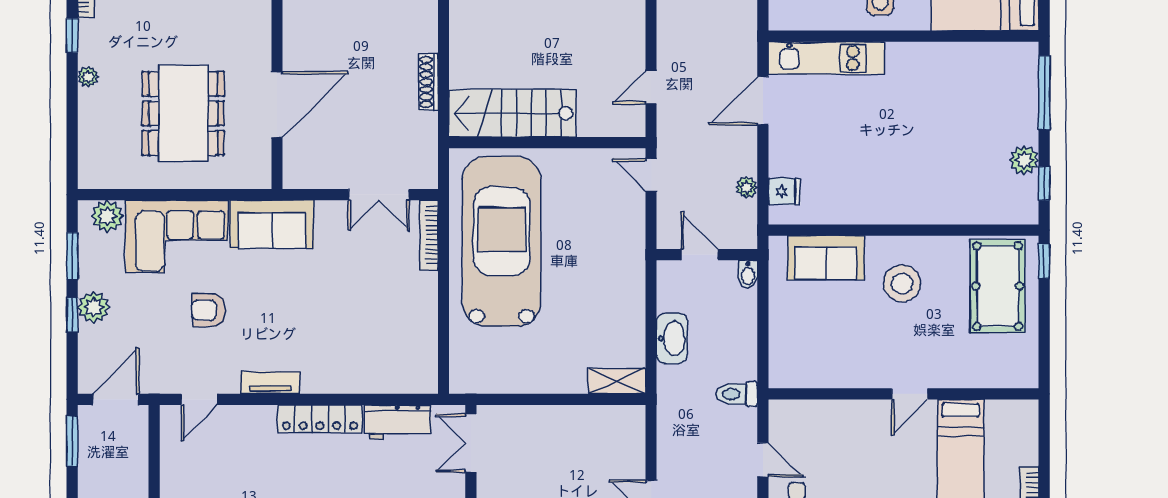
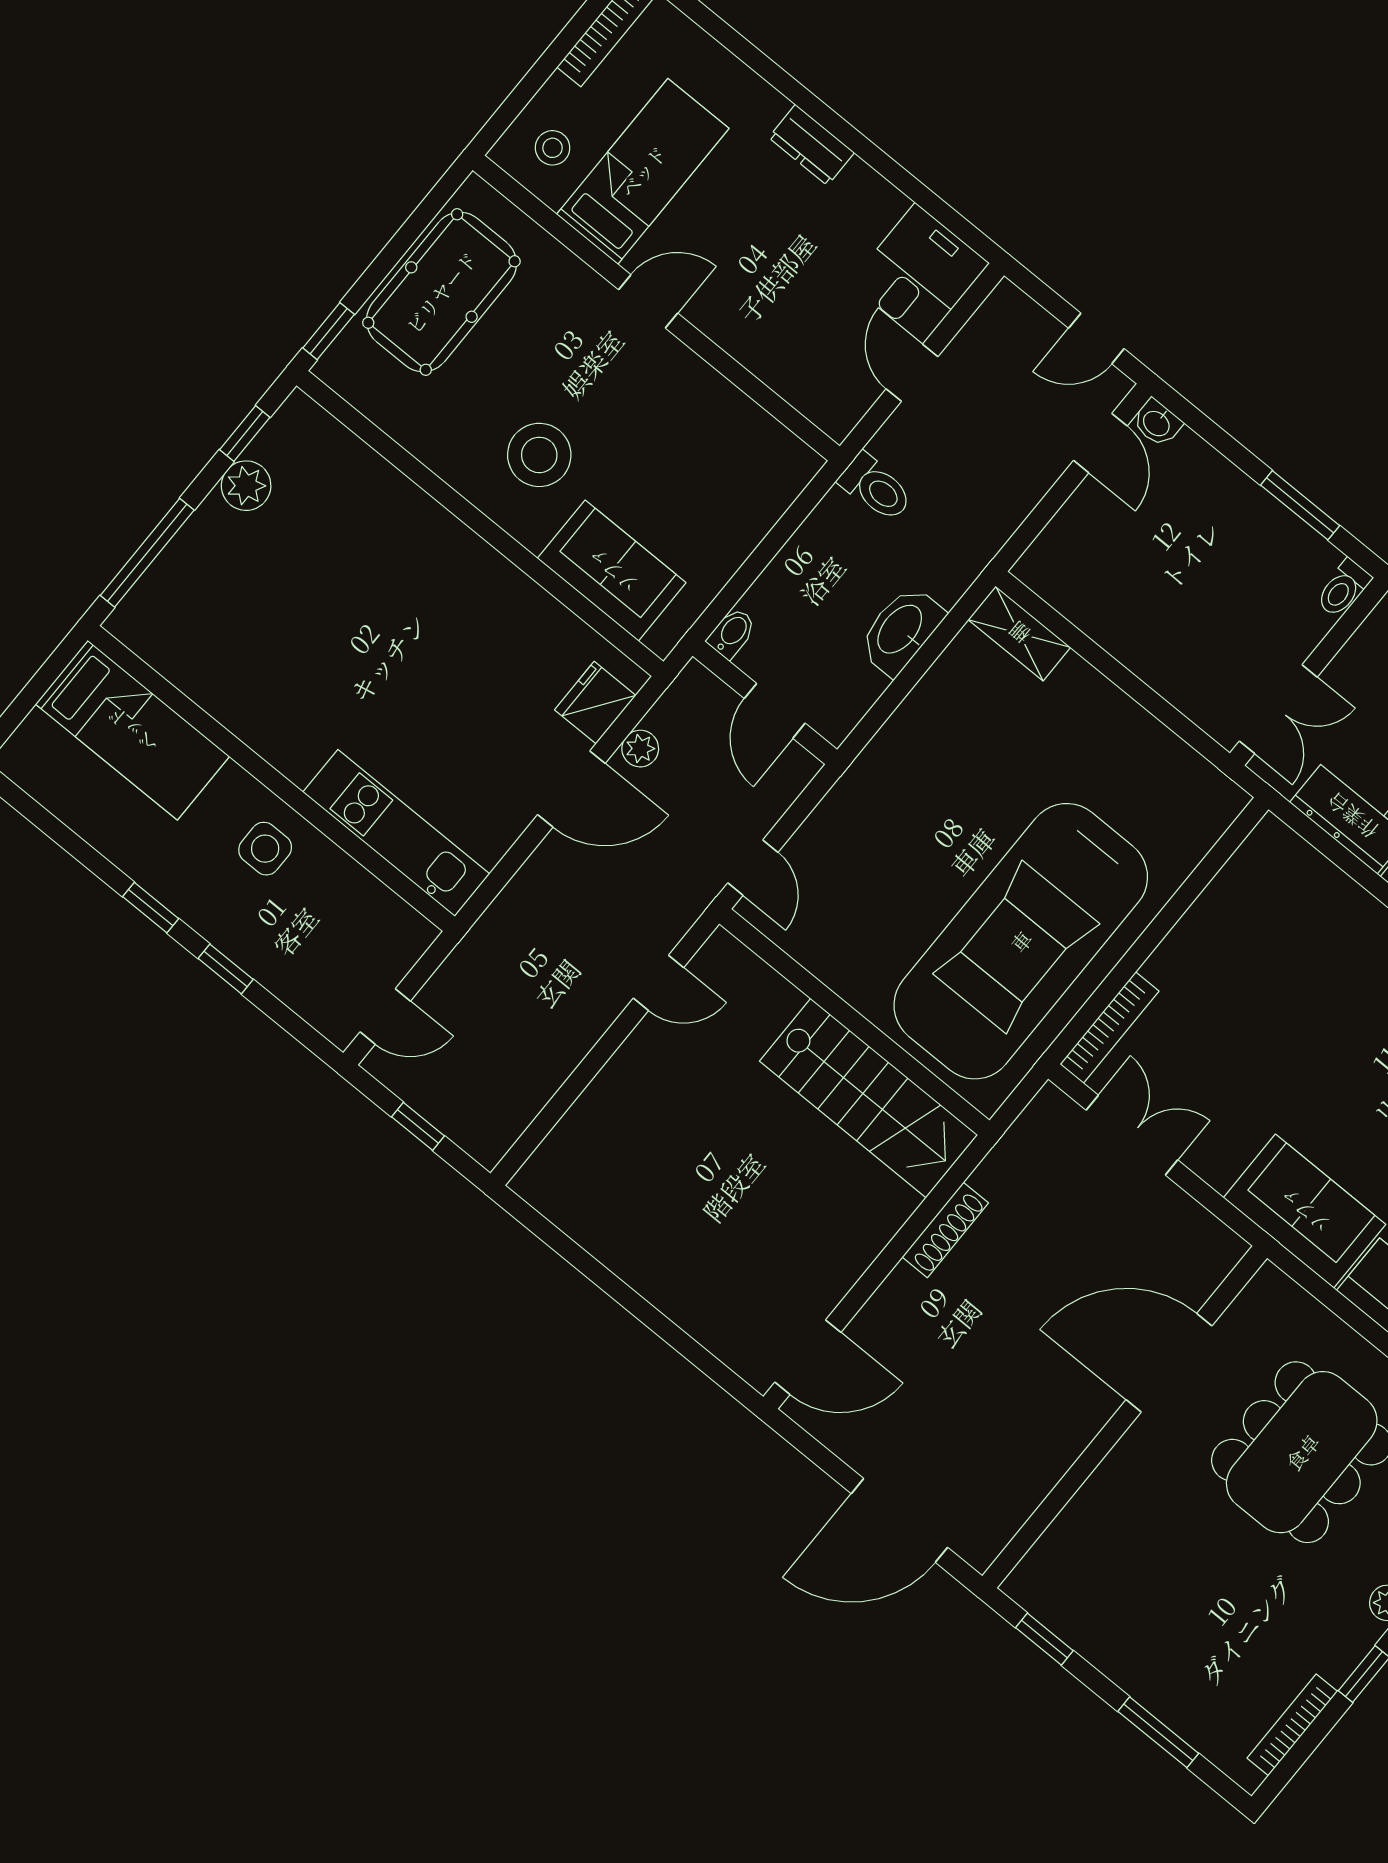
door: (763, 101) -> (571, 789), moved
fridge: (784, 191) -> (595, 703), width x1.38
pool table: (998, 286) -> (441, 292), moved
stool: (1010, 428) -> (553, 148), added

